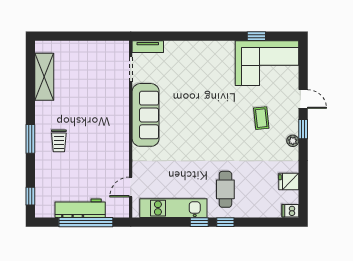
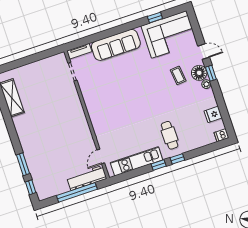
sofa: (146, 115) -> (116, 45), moved, turned 90
floor lamp: (289, 124) -> (199, 73), added
window: (30, 139) -> (23, 164), moved
trolley: (59, 141) -> (38, 140), removed
workbench: (80, 208) -> (87, 178), moved

